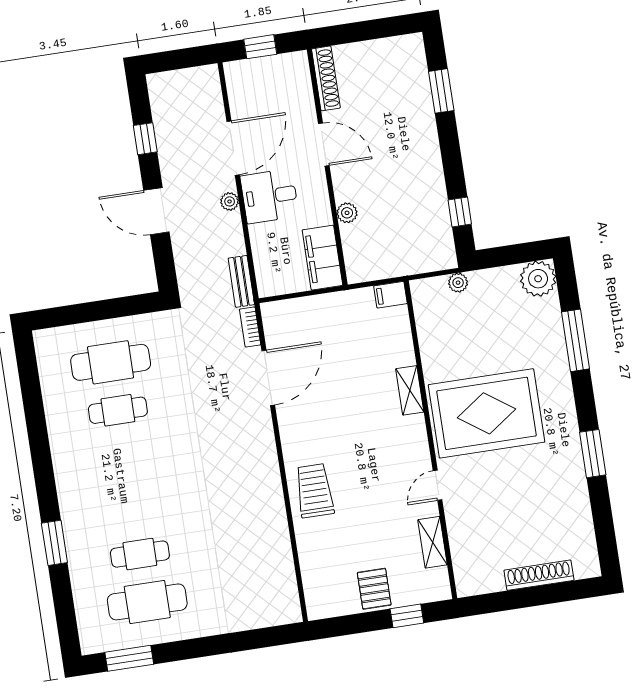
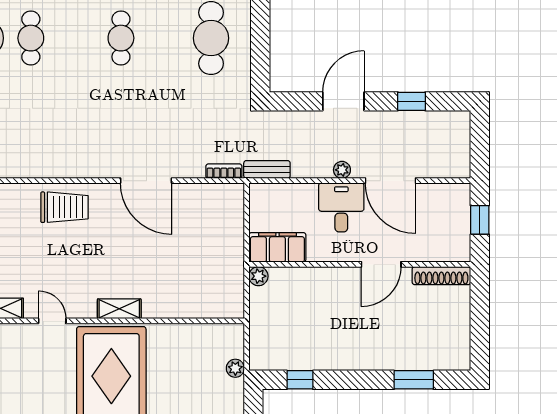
plant: (347, 213) -> (258, 276), moved
filing cabinet: (390, 295) -> (234, 305), removed
door: (268, 378) -> (146, 181), moved
shelving: (410, 390) -> (119, 309), moved
cafe table: (118, 410) -> (121, 38), moved

